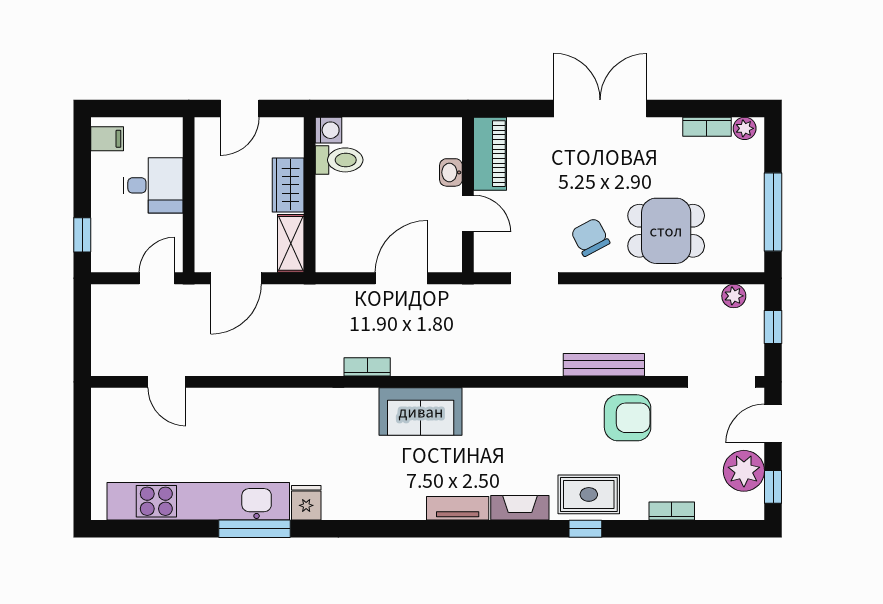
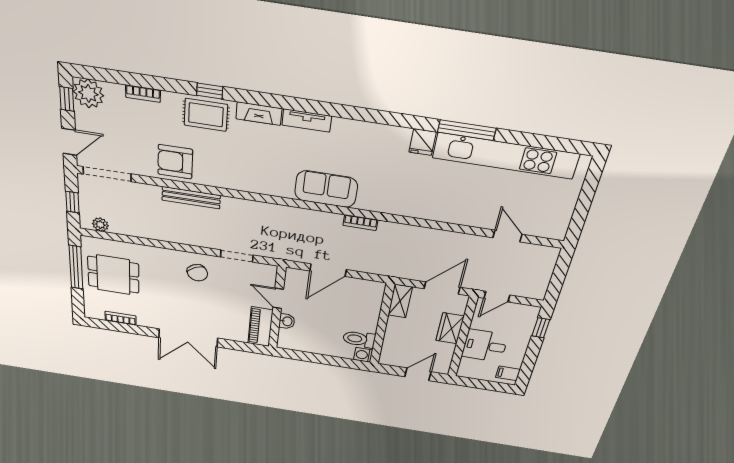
plant: (745, 128) -> (96, 314), removed
wardrobe: (288, 185) -> (450, 328), moved, turned 180
dining table: (666, 231) -> (113, 275), moved
plant: (744, 471) -> (88, 93), moved

